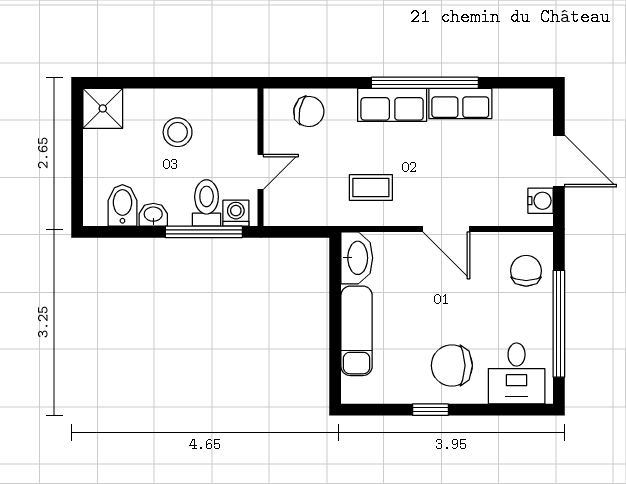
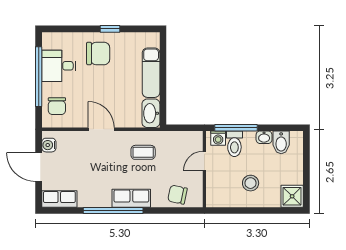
row of seats: (460, 104) -> (59, 199), moved
desk: (517, 373) -> (59, 66), moved, turned -90

